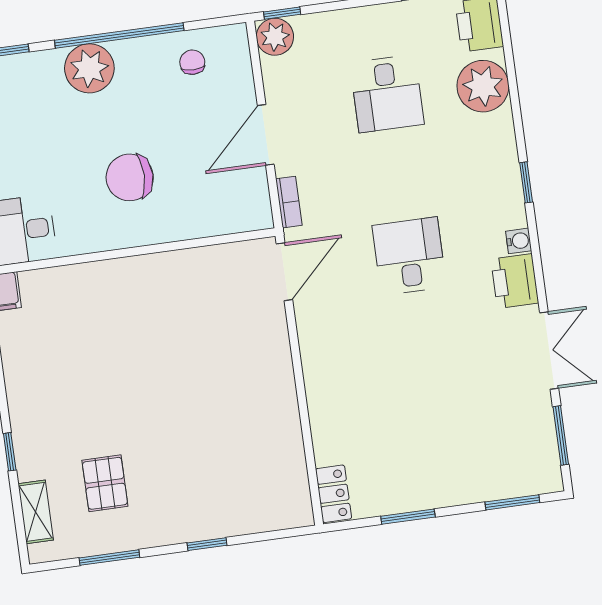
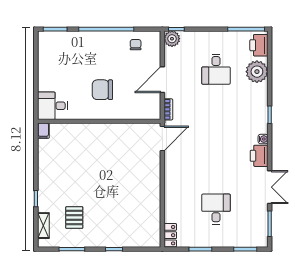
plant: (89, 68) -> (92, 41), removed
desk: (409, 256) -> (216, 209), moved

